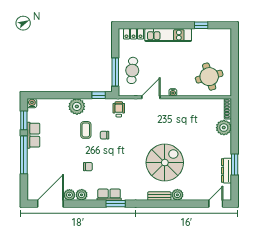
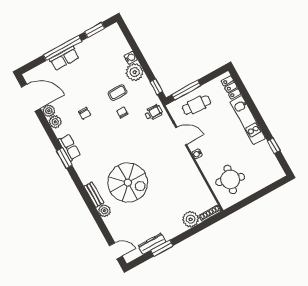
round table: (209, 77) -> (230, 179), turned 31
water cooler: (32, 103) -> (131, 58), moved
row of seats: (33, 135) -> (64, 59), moved

